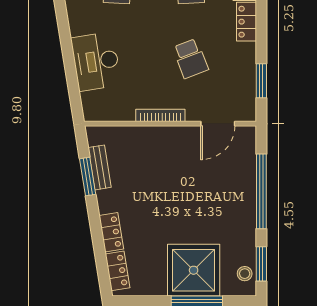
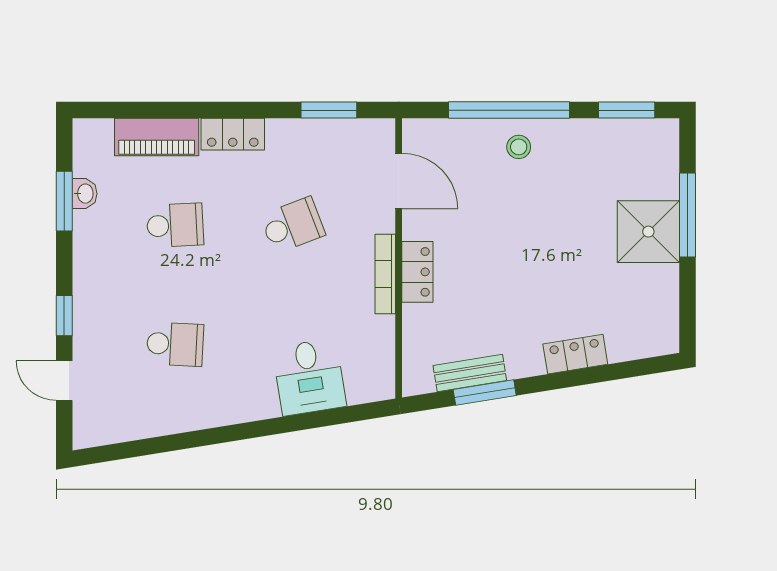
desk: (96, 61) -> (309, 377), width x0.73
shower: (194, 270) -> (648, 232), width x0.73, depth x0.73
locker: (118, 271) -> (417, 272), moved, turned 99
stool: (245, 274) -> (519, 147), moved

